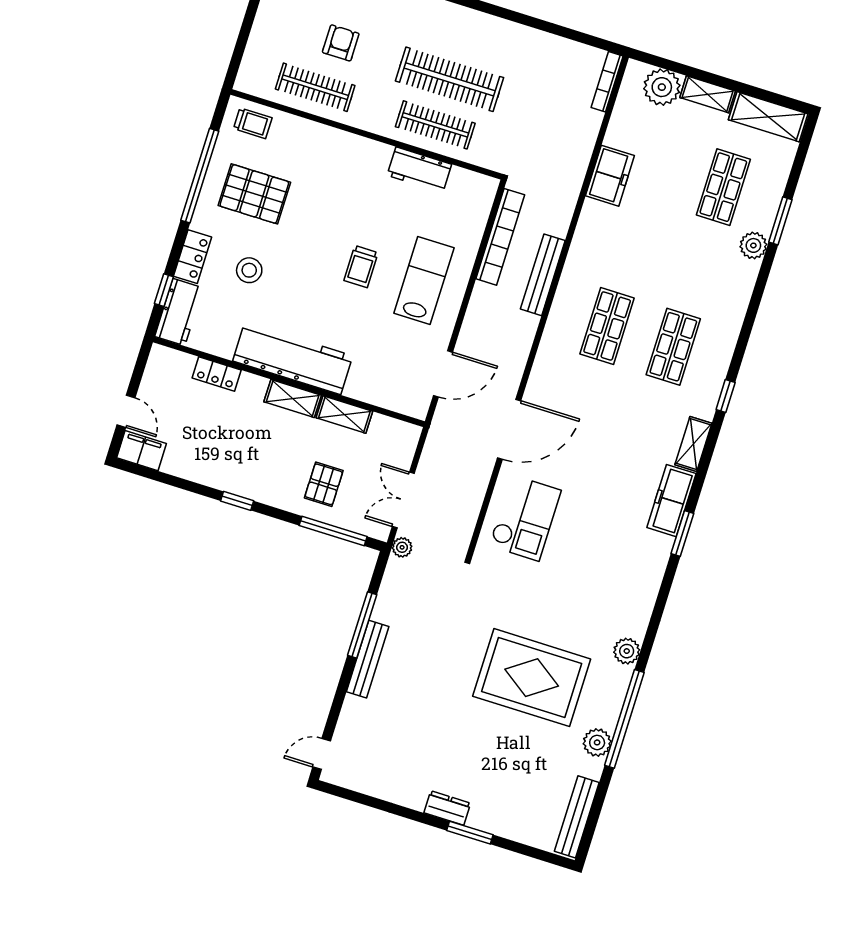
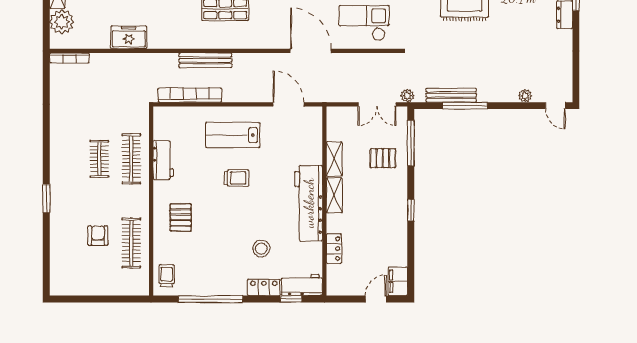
armchair: (341, 43) -> (98, 236), turned 90
clothes rail: (450, 79) -> (99, 159), width x0.54, depth x0.76
pallet: (254, 194) -> (181, 217), moved, width x0.67, depth x0.71
bench: (368, 659) -> (451, 95), moved
plant: (349, 715) -> (525, 96), added

